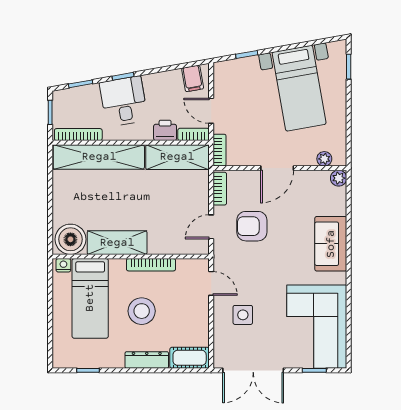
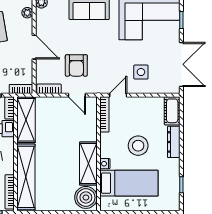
nightstand: (63, 265) -> (105, 164), moved
bookcase: (151, 265) -> (104, 114), moved

